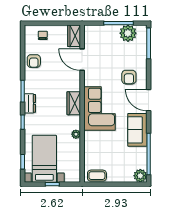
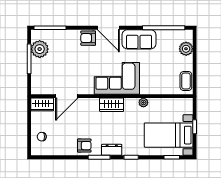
armchair: (34, 61) -> (84, 146), moved
armchair: (129, 77) -> (88, 38), moved, turned 180
door: (149, 100) -> (108, 28), hinge flipped
plant: (140, 176) -> (186, 49), moved

